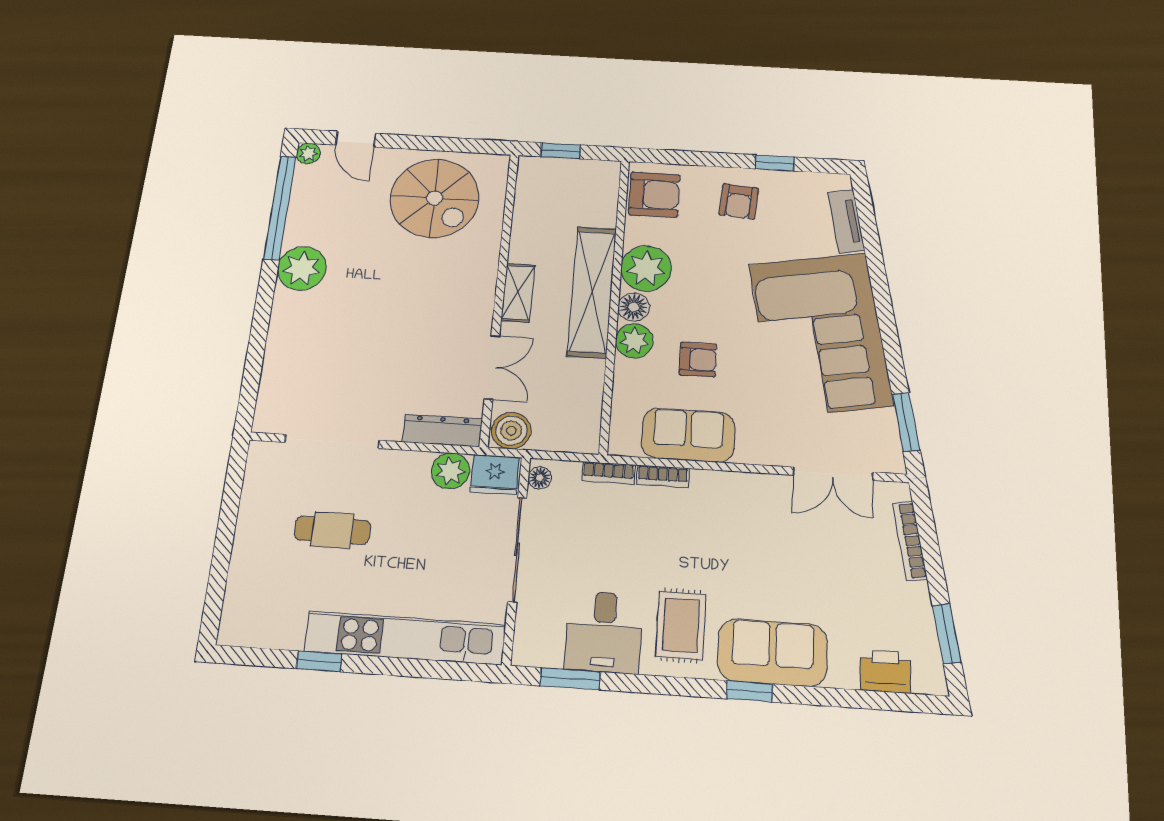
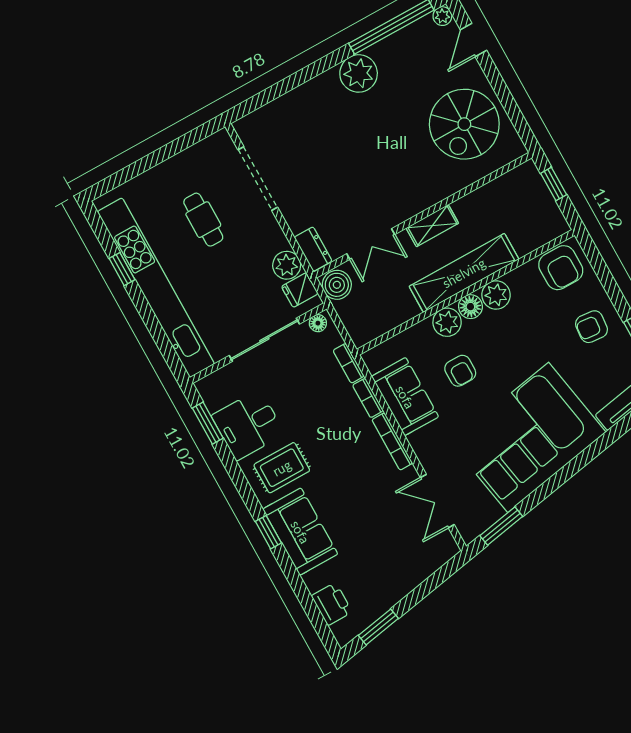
plant: (646, 268) -> (496, 295), width x0.73, depth x0.73
dresser: (442, 430) -> (313, 249), width x0.70
fridge: (495, 475) -> (300, 290), width x0.72
bookcase: (910, 541) -> (392, 441), moved, turned -80
kitchen unit: (405, 638) -> (156, 288), width x1.36

